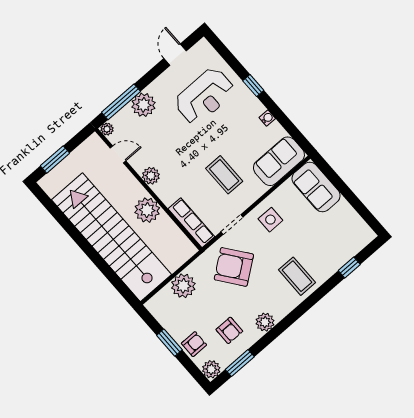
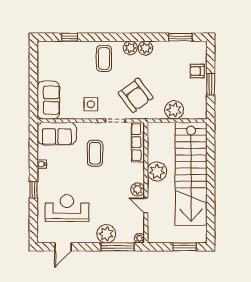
door: (118, 154) -> (146, 205), moved
armchair: (229, 330) -> (170, 61), removed
plant: (211, 369) -> (130, 48), moved

